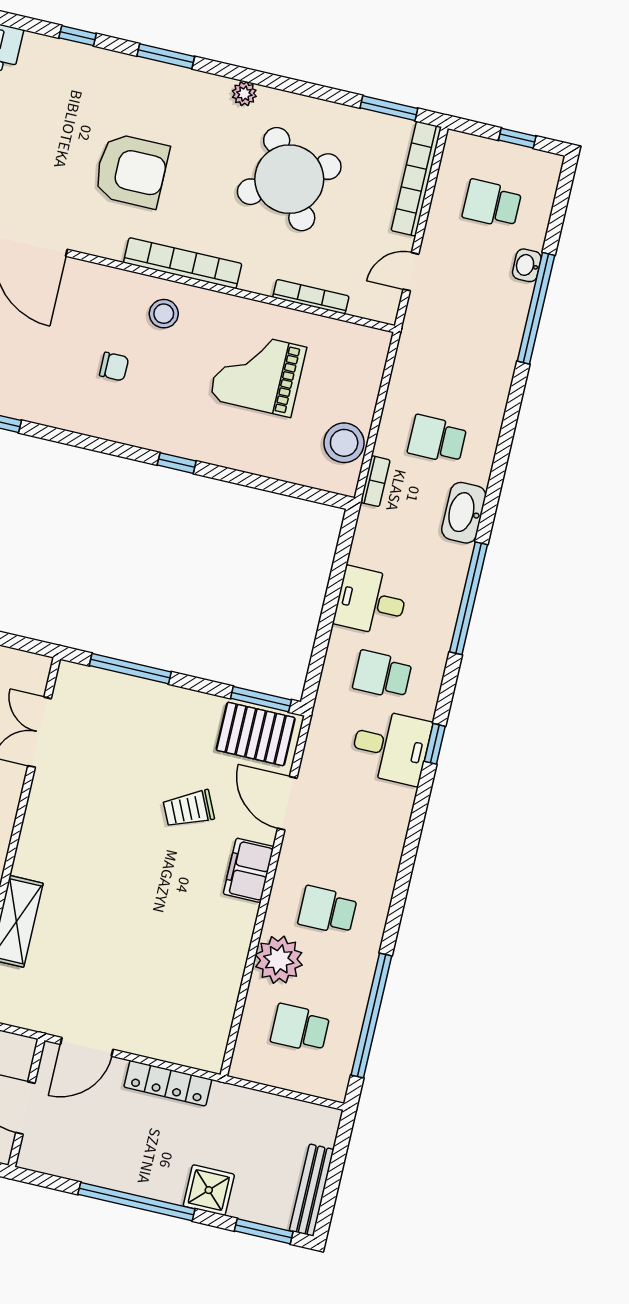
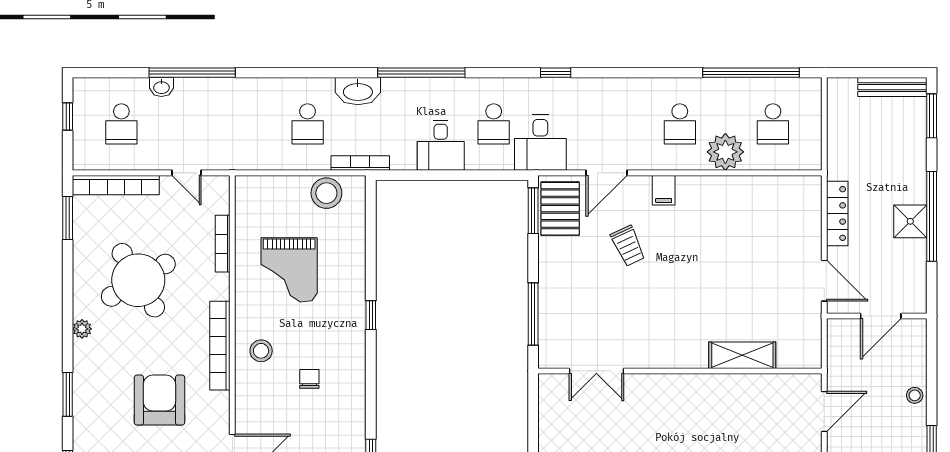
bookcase: (375, 481) -> (360, 163), width x1.56
window: (435, 744) -> (556, 73), moved
desk: (391, 747) -> (540, 143), moved, turned 180
filing cabinet: (249, 870) -> (664, 190), width x0.50
shower: (209, 1190) -> (910, 221), moved

